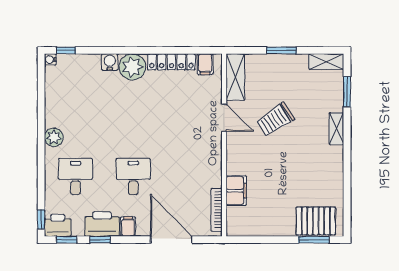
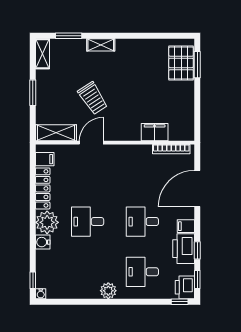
desk: (133, 114) -> (88, 222), added

